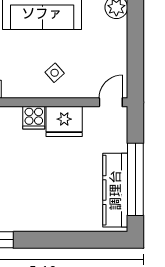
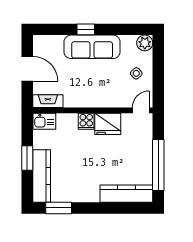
side table: (55, 73) -> (136, 73), moved
kitchen counter: (115, 190) -> (126, 194), moved, turned 90

